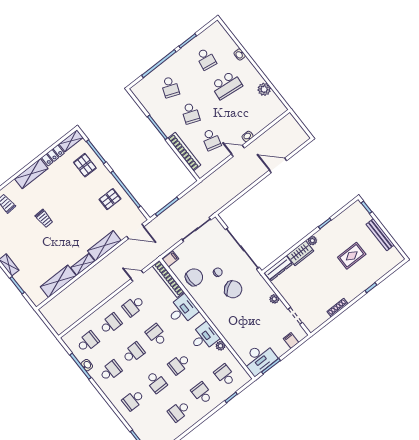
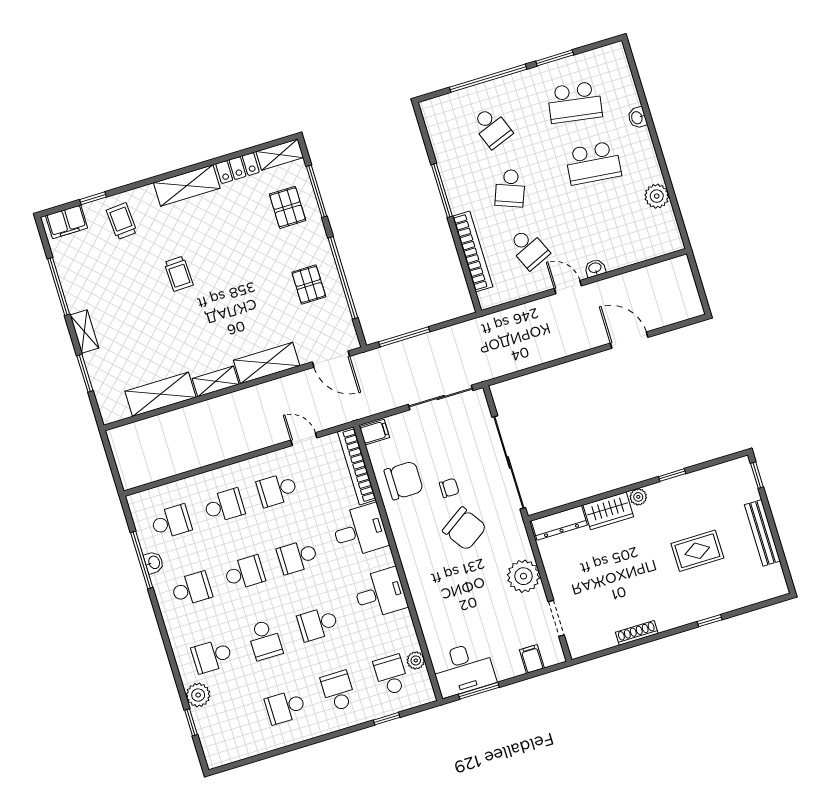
school desk: (206, 59) -> (575, 102), width x1.85
school desk: (170, 87) -> (492, 127), turned -42
school desk: (211, 140) -> (529, 249), turned -39
pallet: (110, 199) -> (309, 284), turned 90
plant: (274, 299) -> (523, 576), width x1.87, depth x1.87
school desk: (156, 335) -> (297, 557), turned -90
plant: (220, 346) -> (416, 660), moved
plant: (134, 422) -> (198, 695), added

